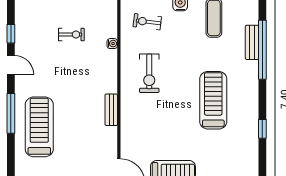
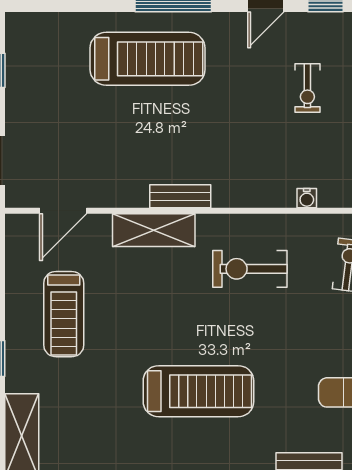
exercise bike: (71, 35) -> (307, 88), moved
shelving: (129, 124) -> (154, 230), added

